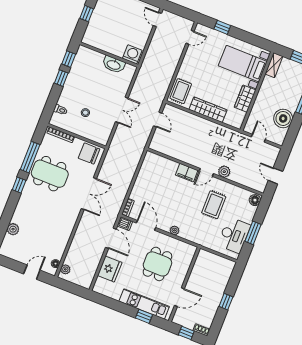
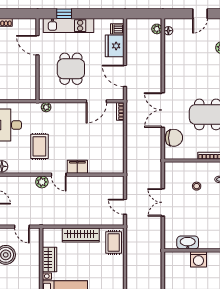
washing machine: (132, 54) -> (198, 259), moved
chair: (89, 154) -> (174, 138), moved
door: (206, 172) -> (59, 175), swing flipped
dishwasher: (125, 224) -> (117, 29), moved
door: (146, 225) -> (96, 101), hinge flipped
plant: (175, 230) -> (46, 107), moved
door: (32, 272) -> (200, 14), moved
door: (179, 297) -> (38, 45), hinge flipped
window: (186, 333) -> (17, 14), removed

